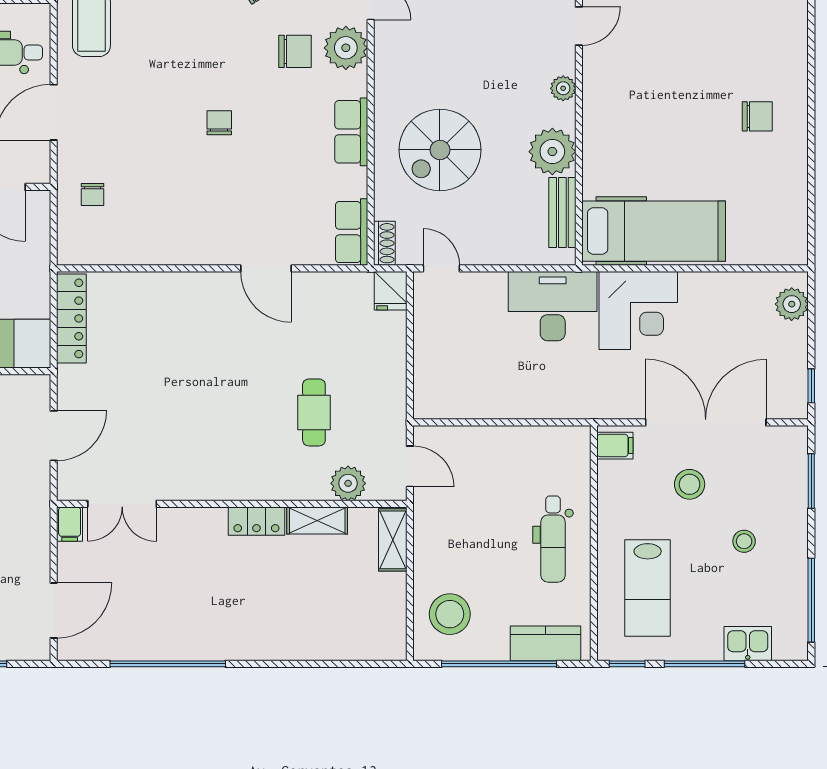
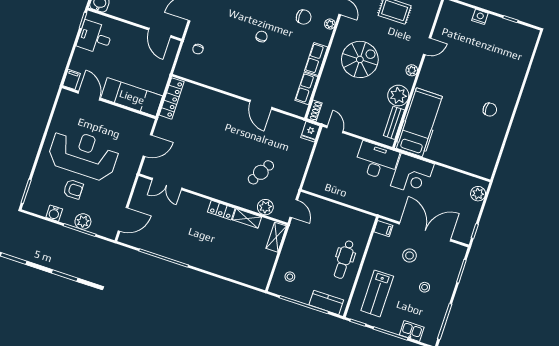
plant: (346, 48) -> (330, 24), width x0.53, depth x0.53
spiral stairs: (440, 150) -> (360, 59), moved, turned 180
hospital bed: (654, 231) -> (419, 122), moved, turned -90
row of seats: (352, 232) -> (306, 89), moved
cafe table: (314, 412) -> (261, 172), turned 30
filing cabinet: (70, 524) -> (142, 185), removed
stool: (450, 614) -> (290, 277), width x0.53, depth x0.53

